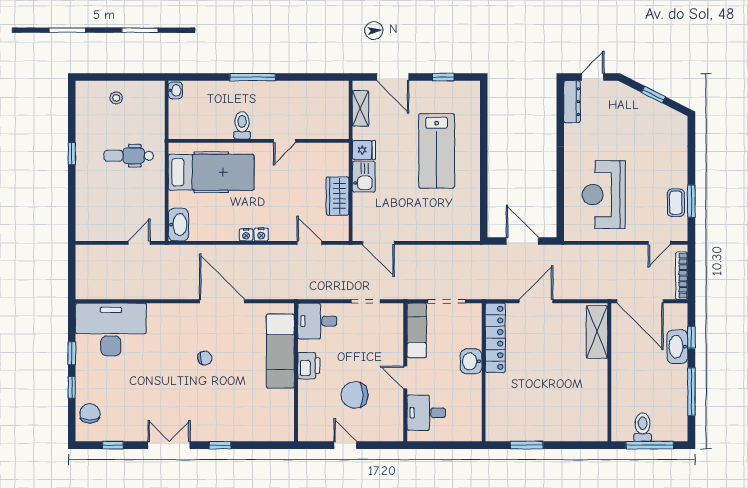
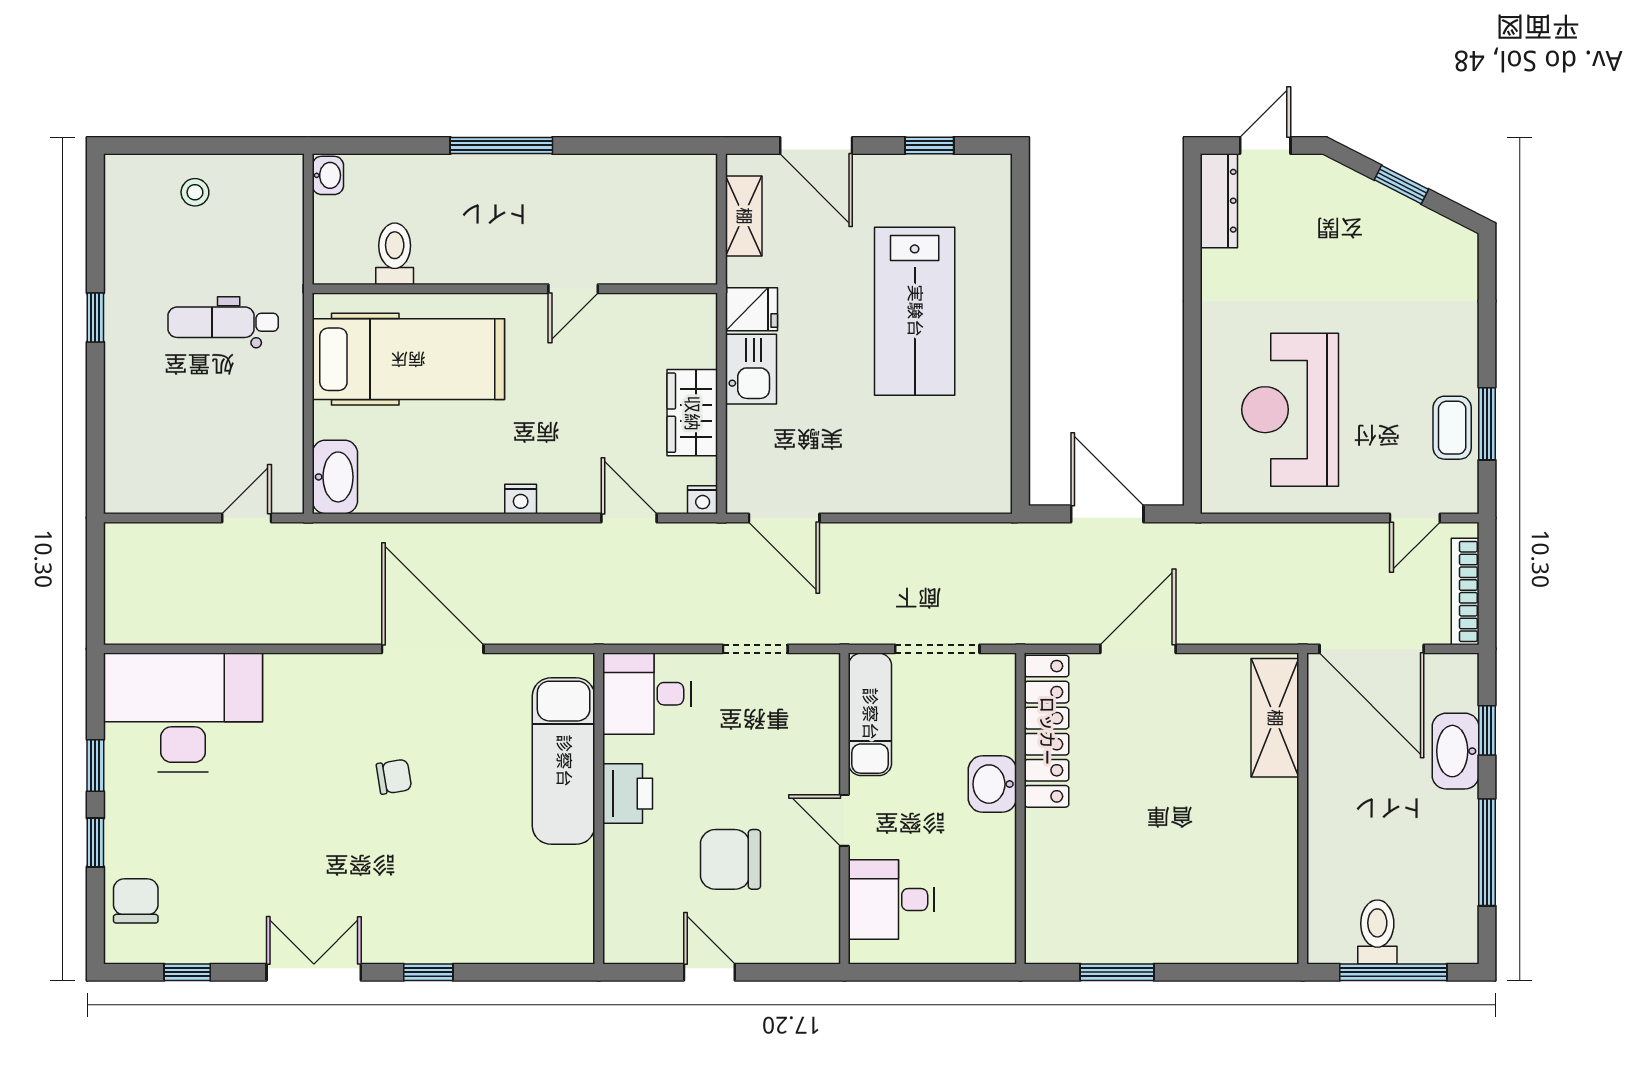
toilet: (242, 125) -> (395, 254), moved
nightstand: (246, 235) -> (703, 500), moved

